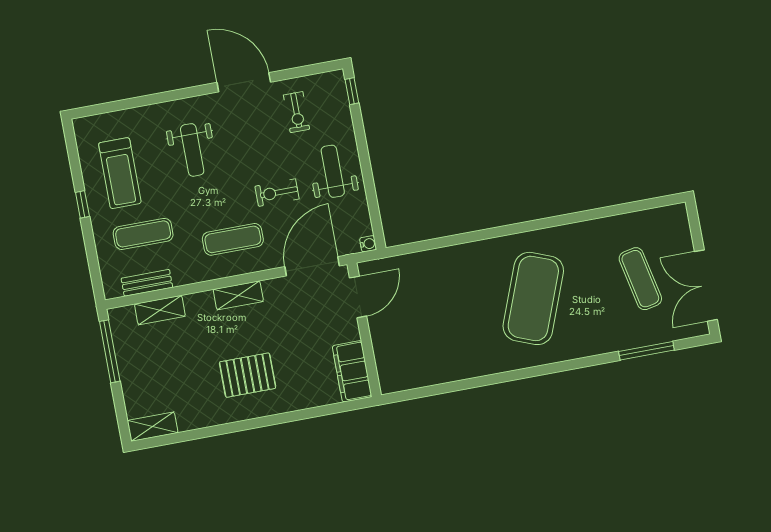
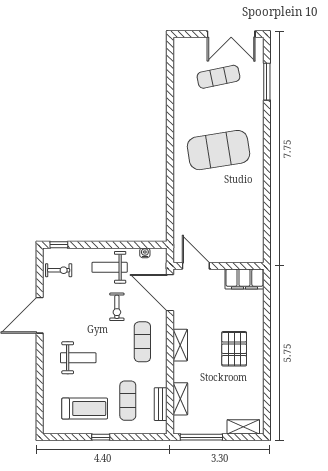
exercise bike: (297, 112) -> (59, 270), moved
water cooler: (368, 244) -> (145, 253), moved
exercise mat: (533, 298) -> (218, 150), turned -30
shelving: (153, 427) -> (243, 427), moved, turned 90

